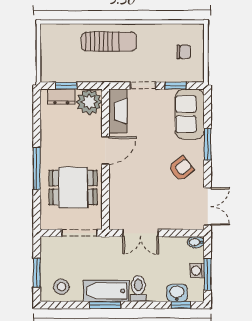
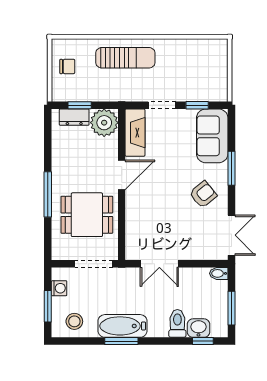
chair: (184, 52) -> (67, 66), moved
washing machine: (197, 271) -> (59, 288), moved, turned 180
toilet: (138, 289) -> (177, 323), moved

